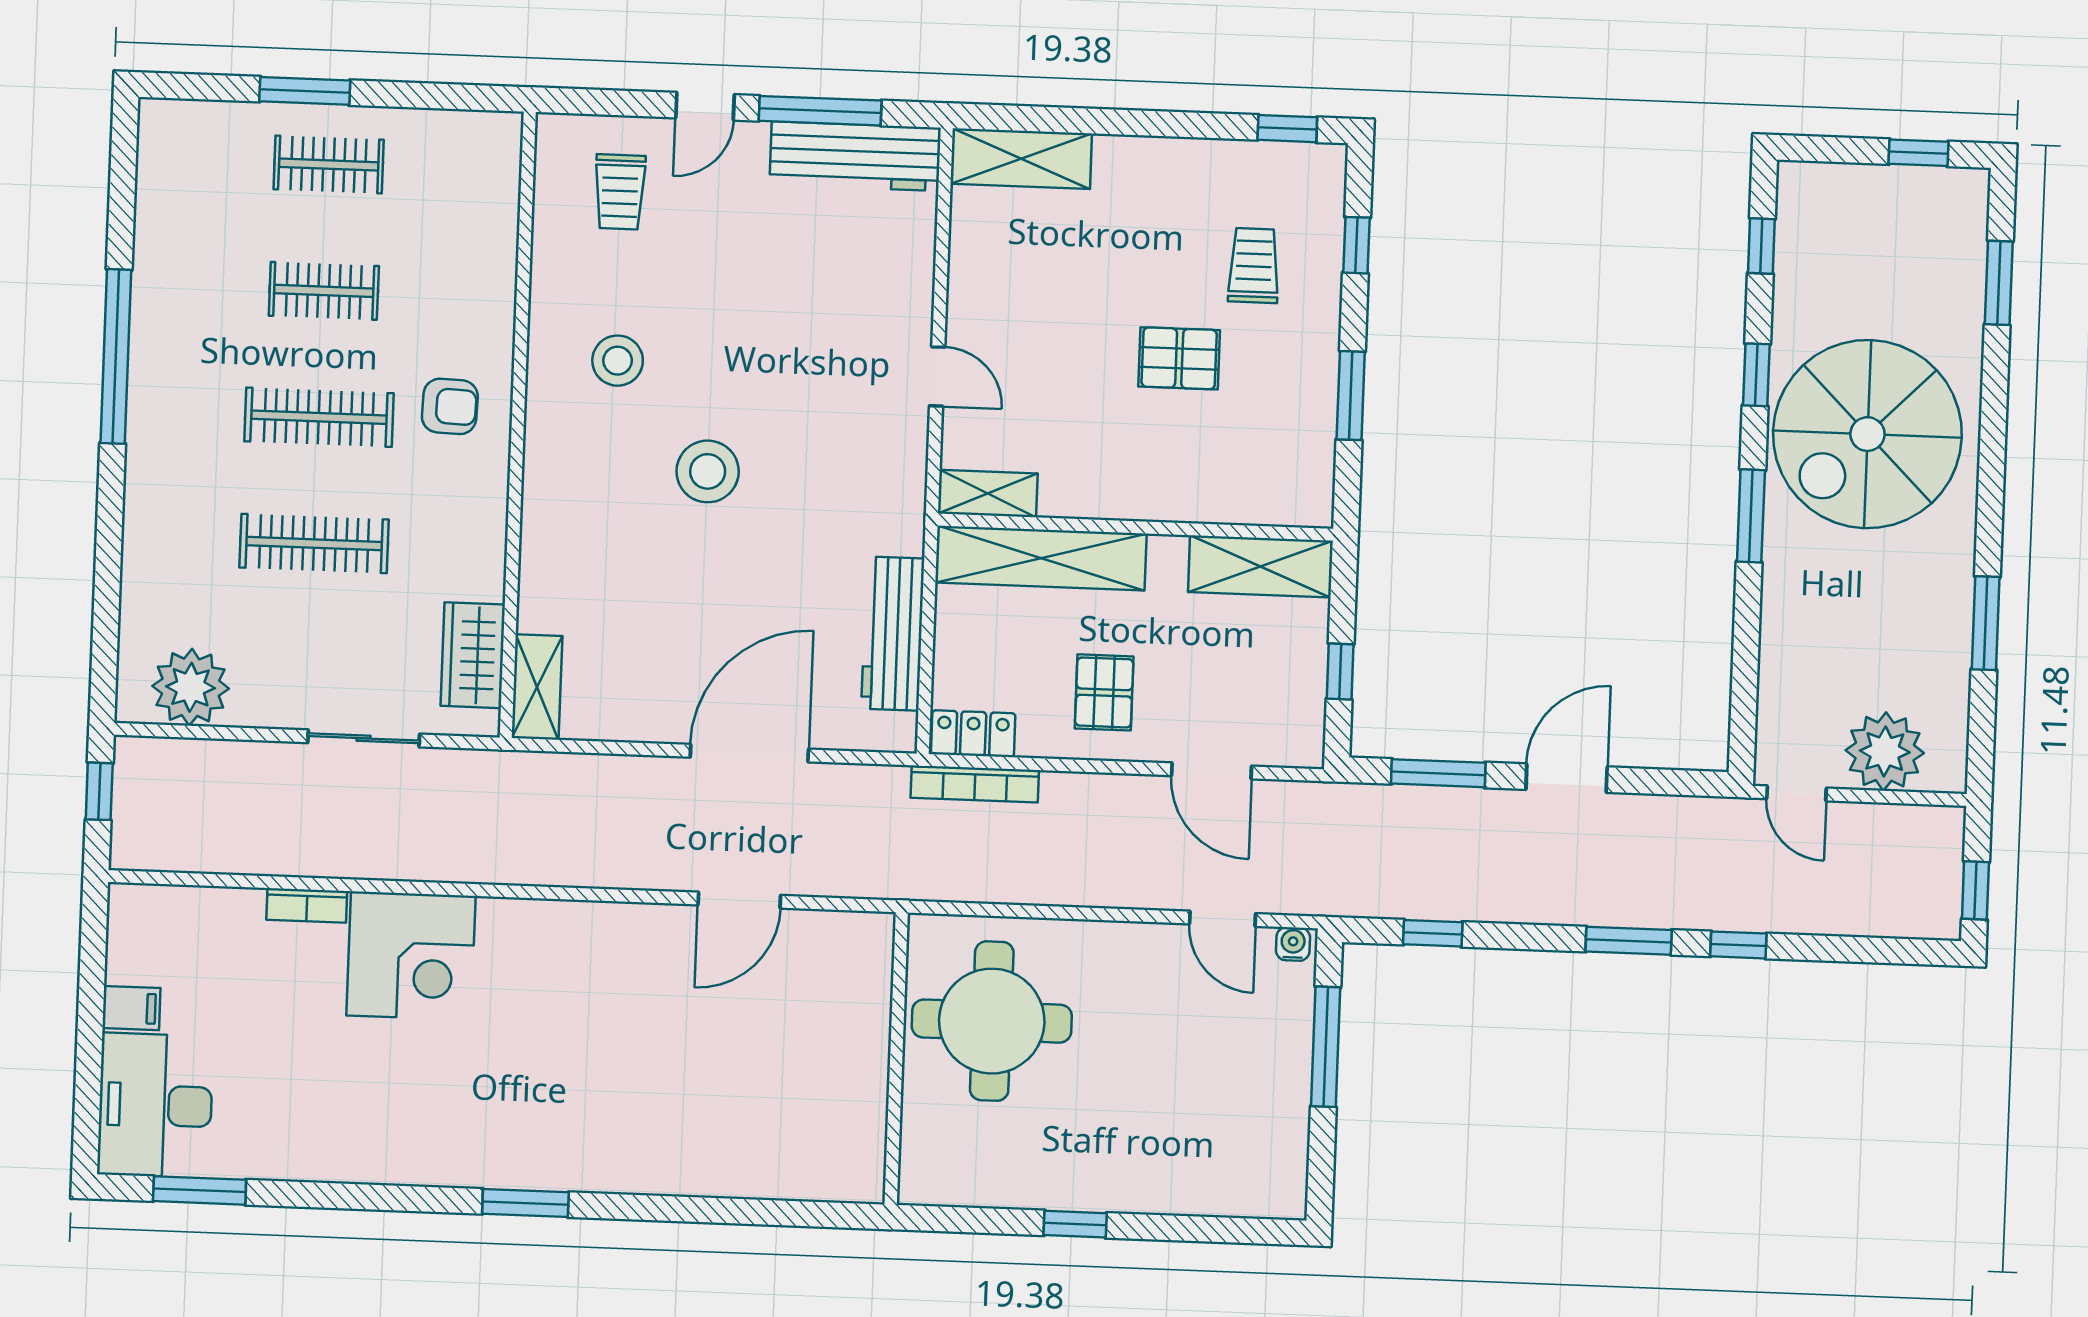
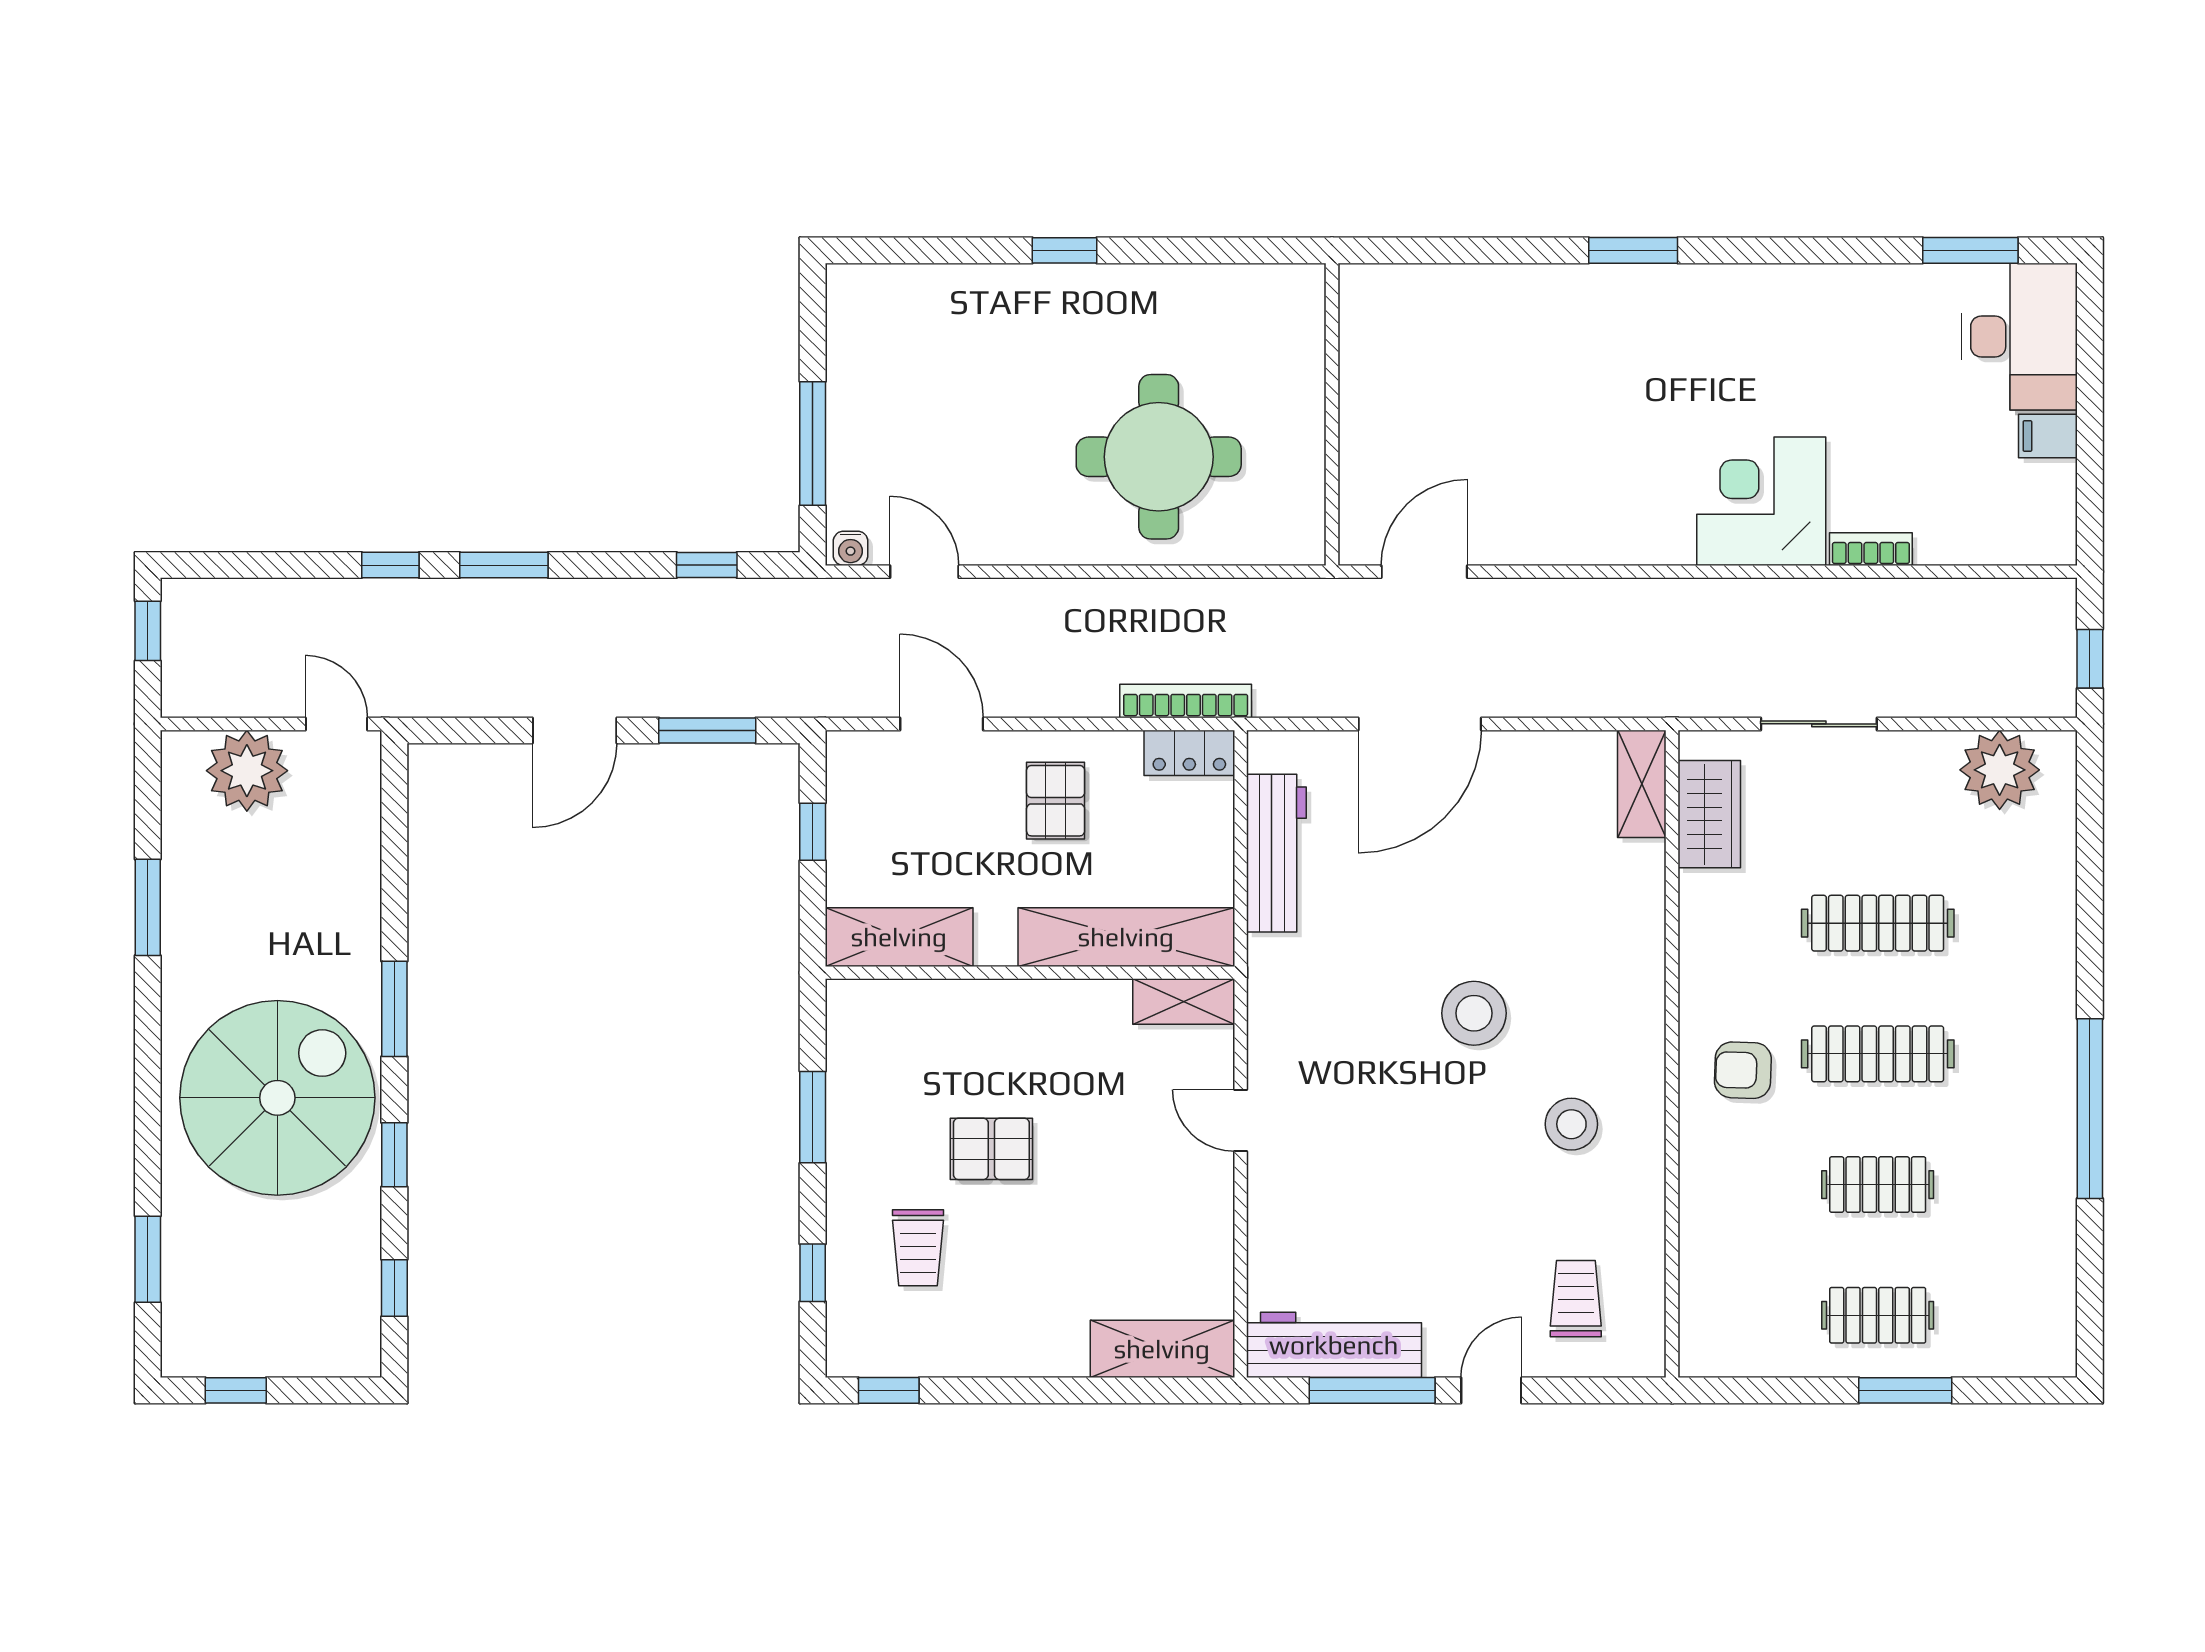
wall: (896, 1059) -> (1332, 414), moved

